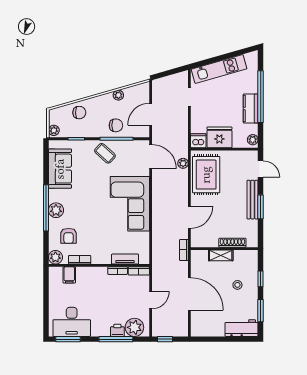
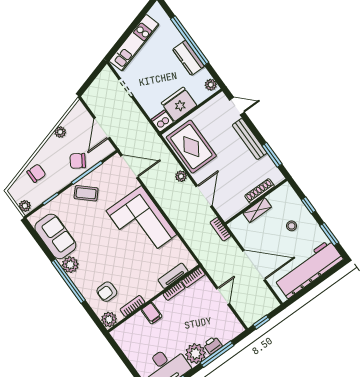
chair: (116, 125) -> (78, 161), turned -147
plant: (183, 163) -> (181, 176), moved
window: (261, 207) -> (272, 155), moved
plant: (56, 210) -> (70, 265), moved
armchair: (69, 236) -> (107, 292), turned 89
filing cabinet: (69, 275) -> (152, 313), moved
plant: (134, 327) -> (195, 354), moved
workbench: (242, 328) -> (309, 269), width x1.88, depth x1.32

